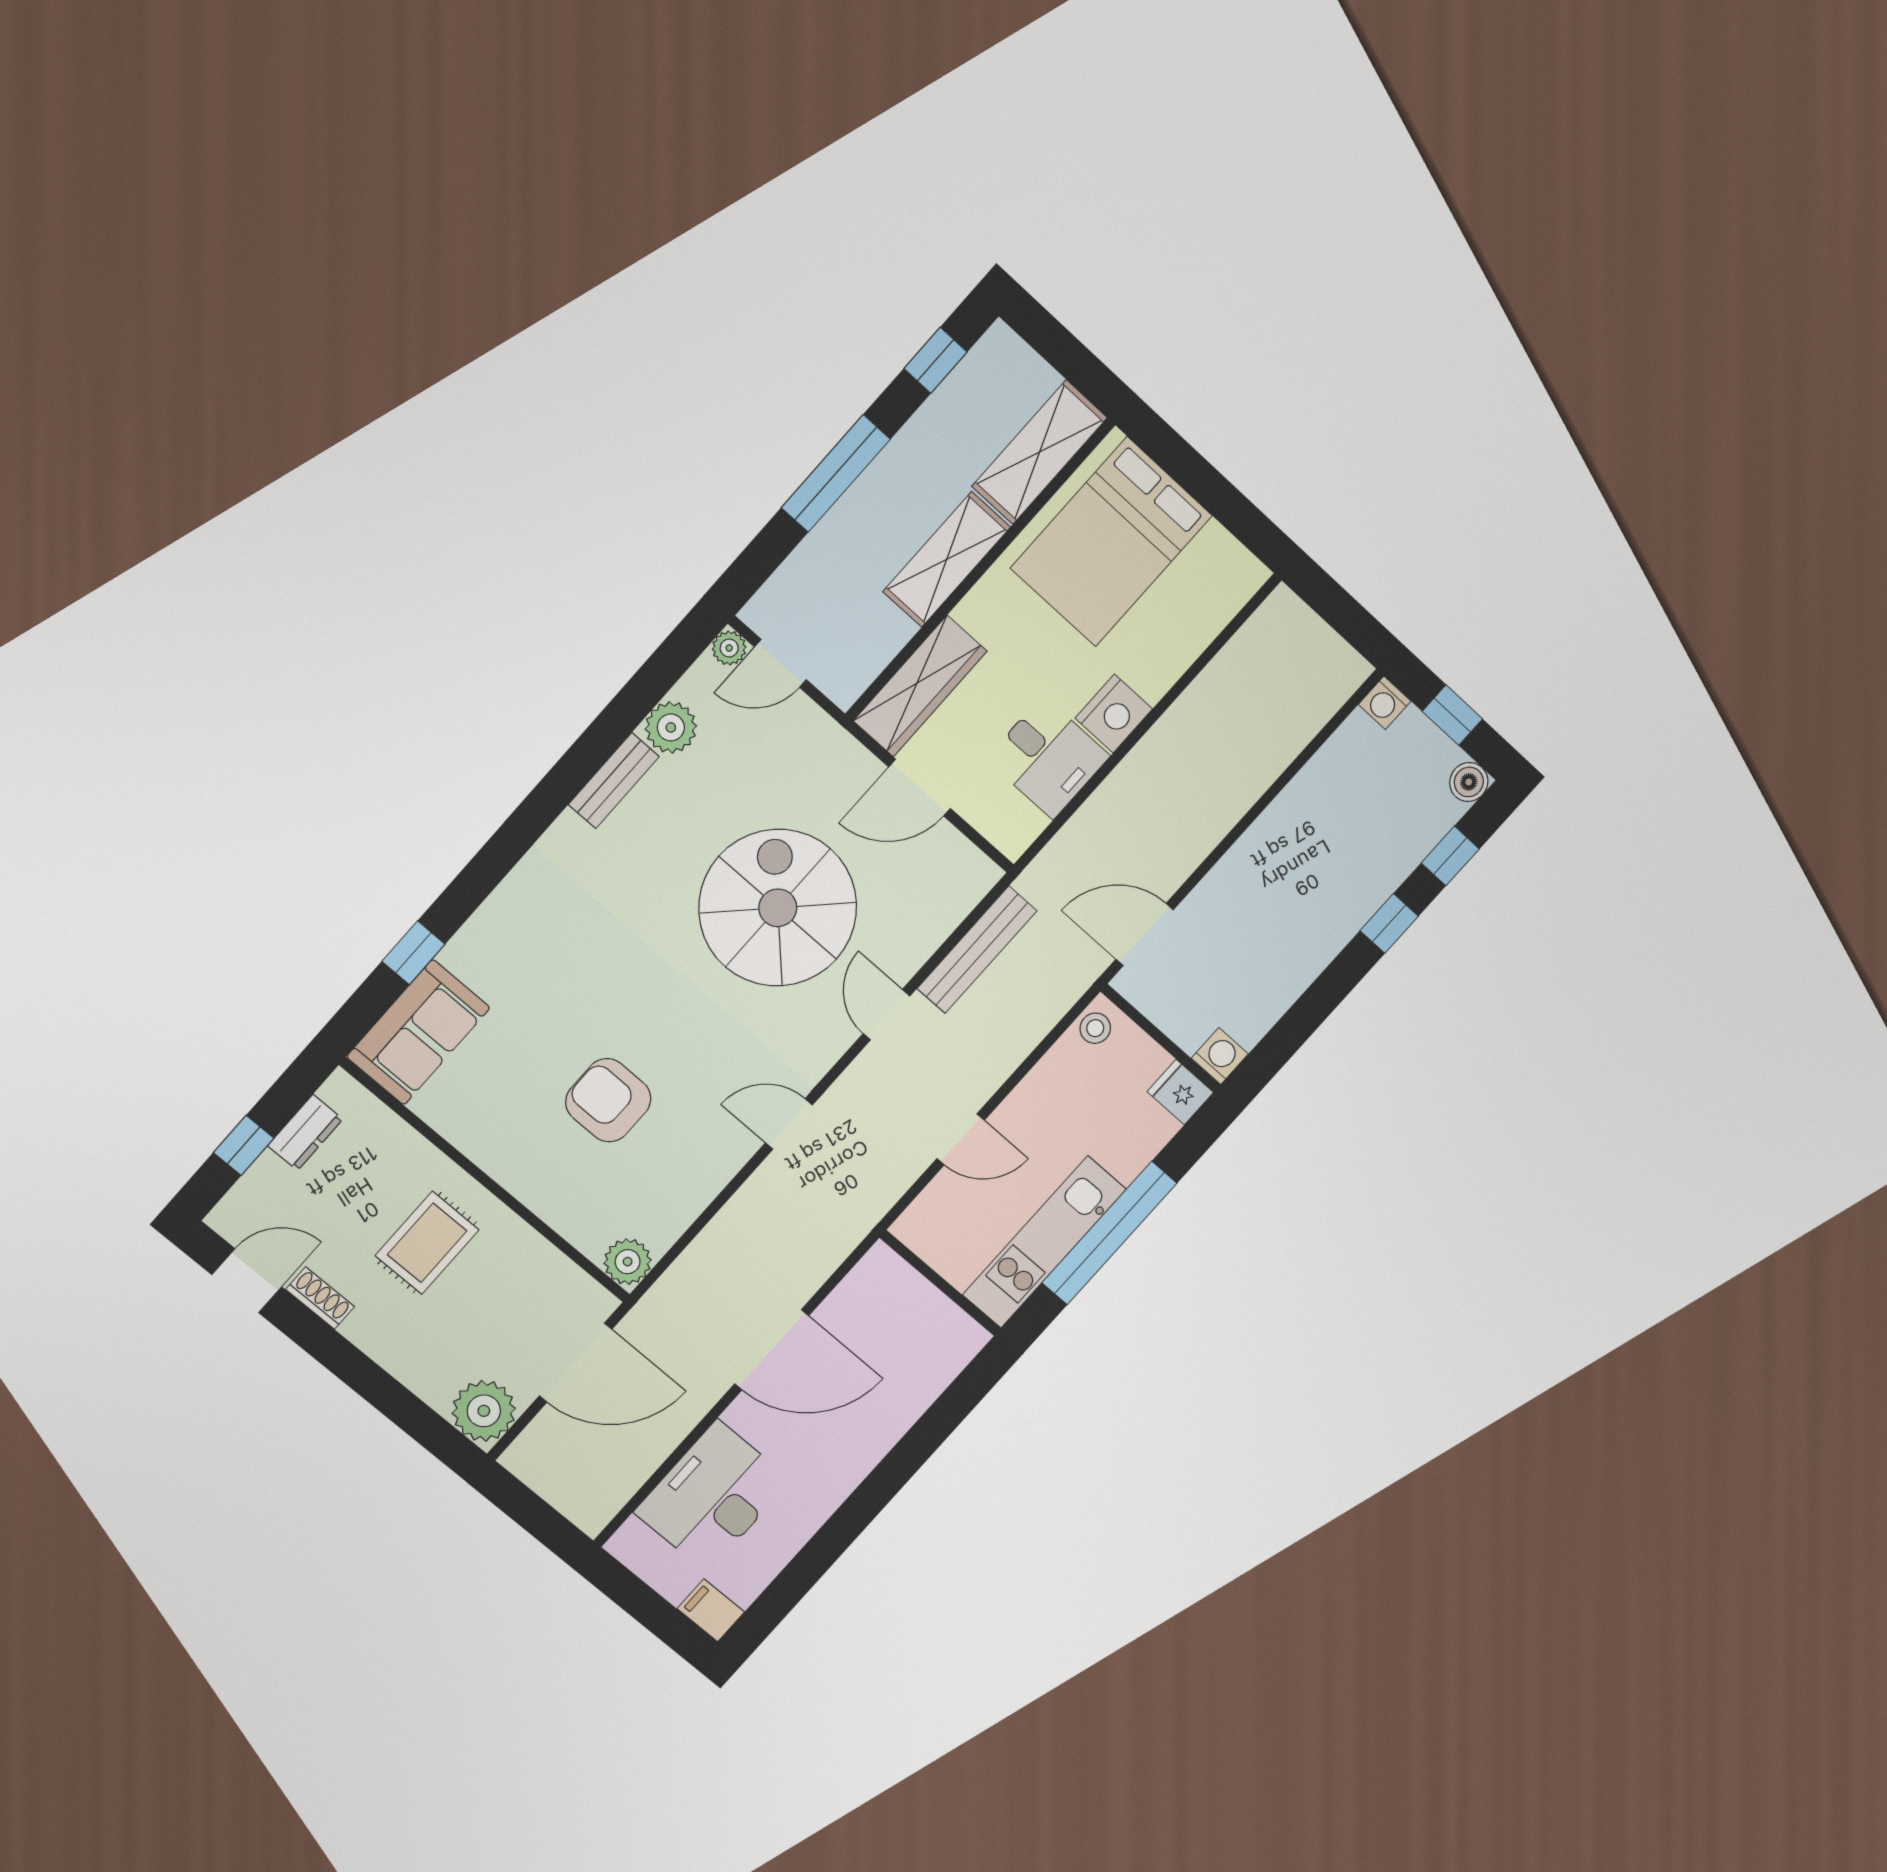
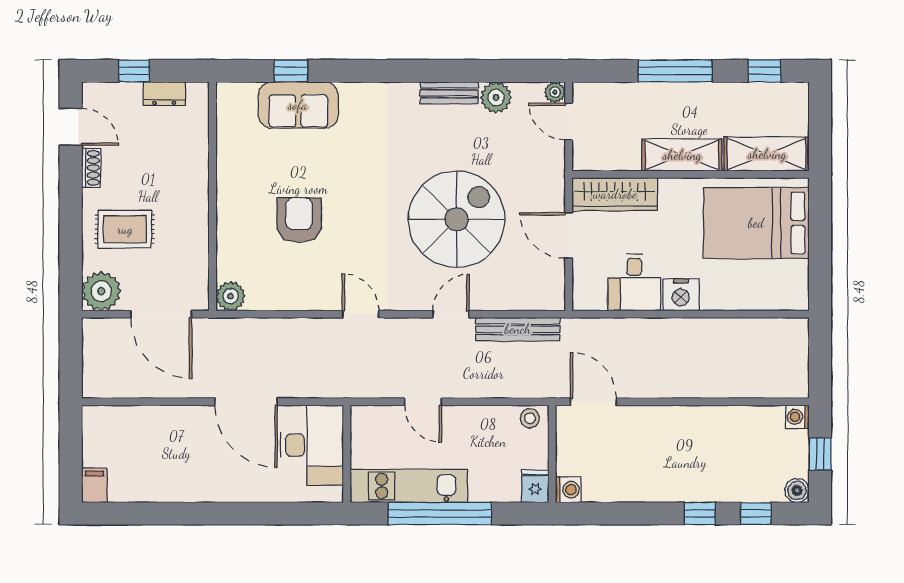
sofa: (418, 1032) -> (298, 105), moved
rug: (427, 1243) -> (125, 229), moved
desk: (712, 1496) -> (312, 445), moved, turned 90

